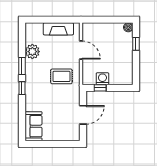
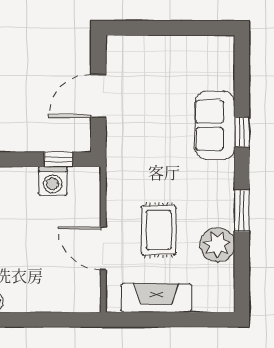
rug: (61, 76) -> (159, 230), moved, turned 90
window: (22, 88) -> (242, 132), moved
sofa: (33, 126) -> (215, 125), moved

